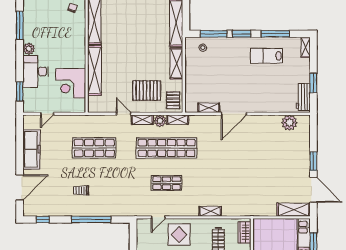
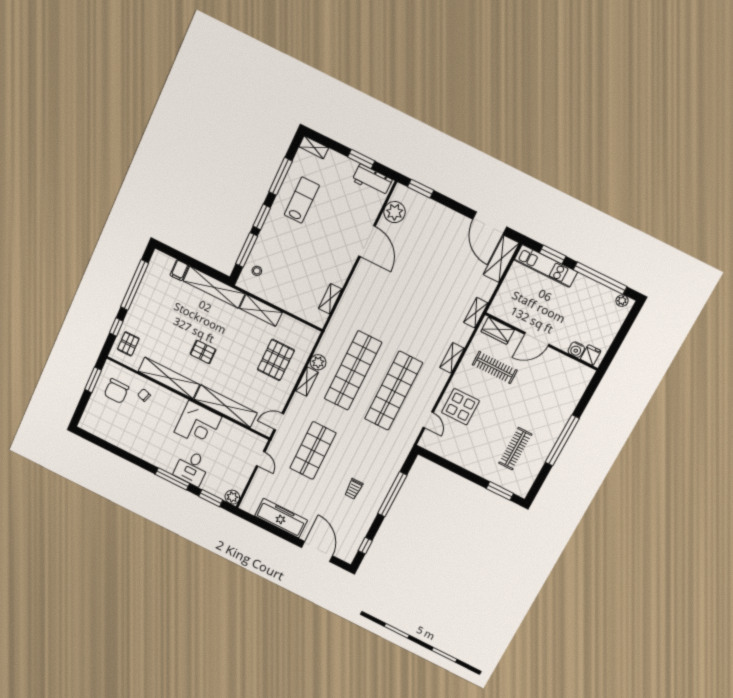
window: (20, 25) -> (172, 479), moved
plant: (29, 49) -> (232, 497), moved
lab bench: (266, 56) -> (302, 200), turned 180
desk: (36, 72) -> (192, 468), width x0.73
corner desk: (71, 83) -> (198, 424), moved
pallet: (173, 100) -> (203, 352), moved
door: (47, 114) -> (261, 459), moved
door: (124, 114) -> (279, 422), moved
door: (234, 114) -> (367, 241), moved
shelving: (178, 120) -> (476, 313), moved
window: (313, 161) -> (421, 189), moved
shop shelf: (167, 183) -> (394, 391), width x2.00, depth x1.36
door: (313, 190) -> (490, 223), swing flipped

